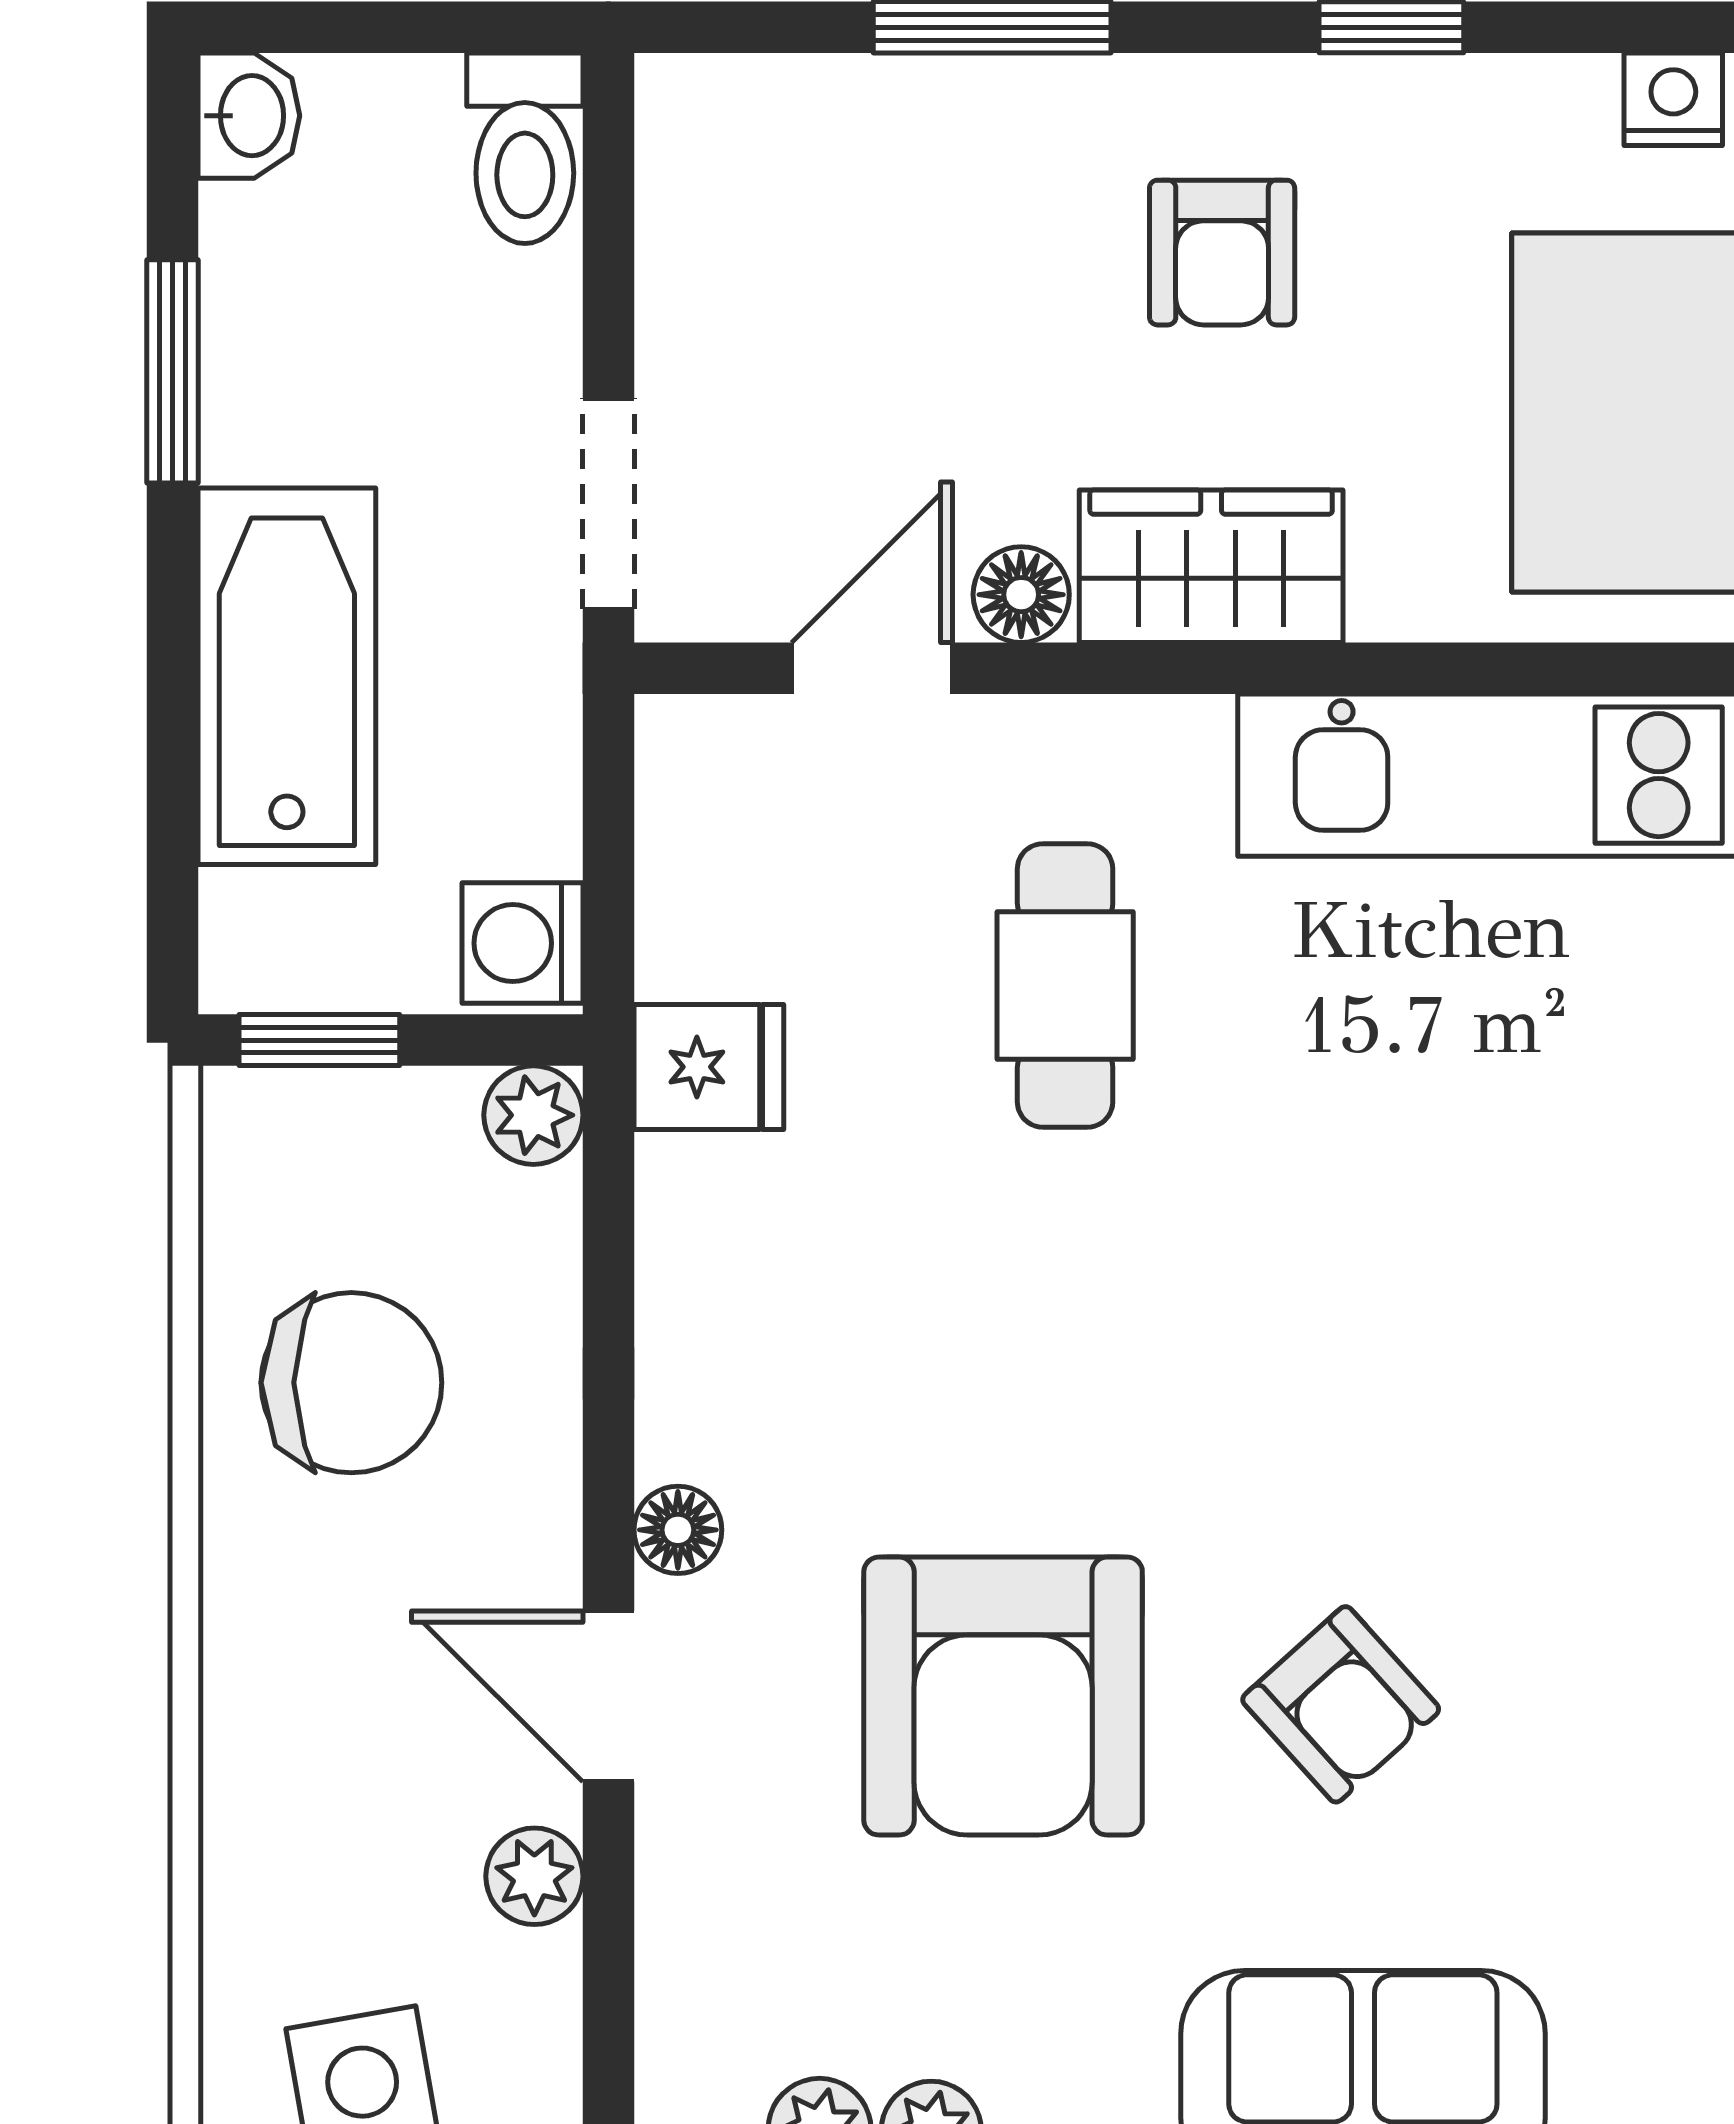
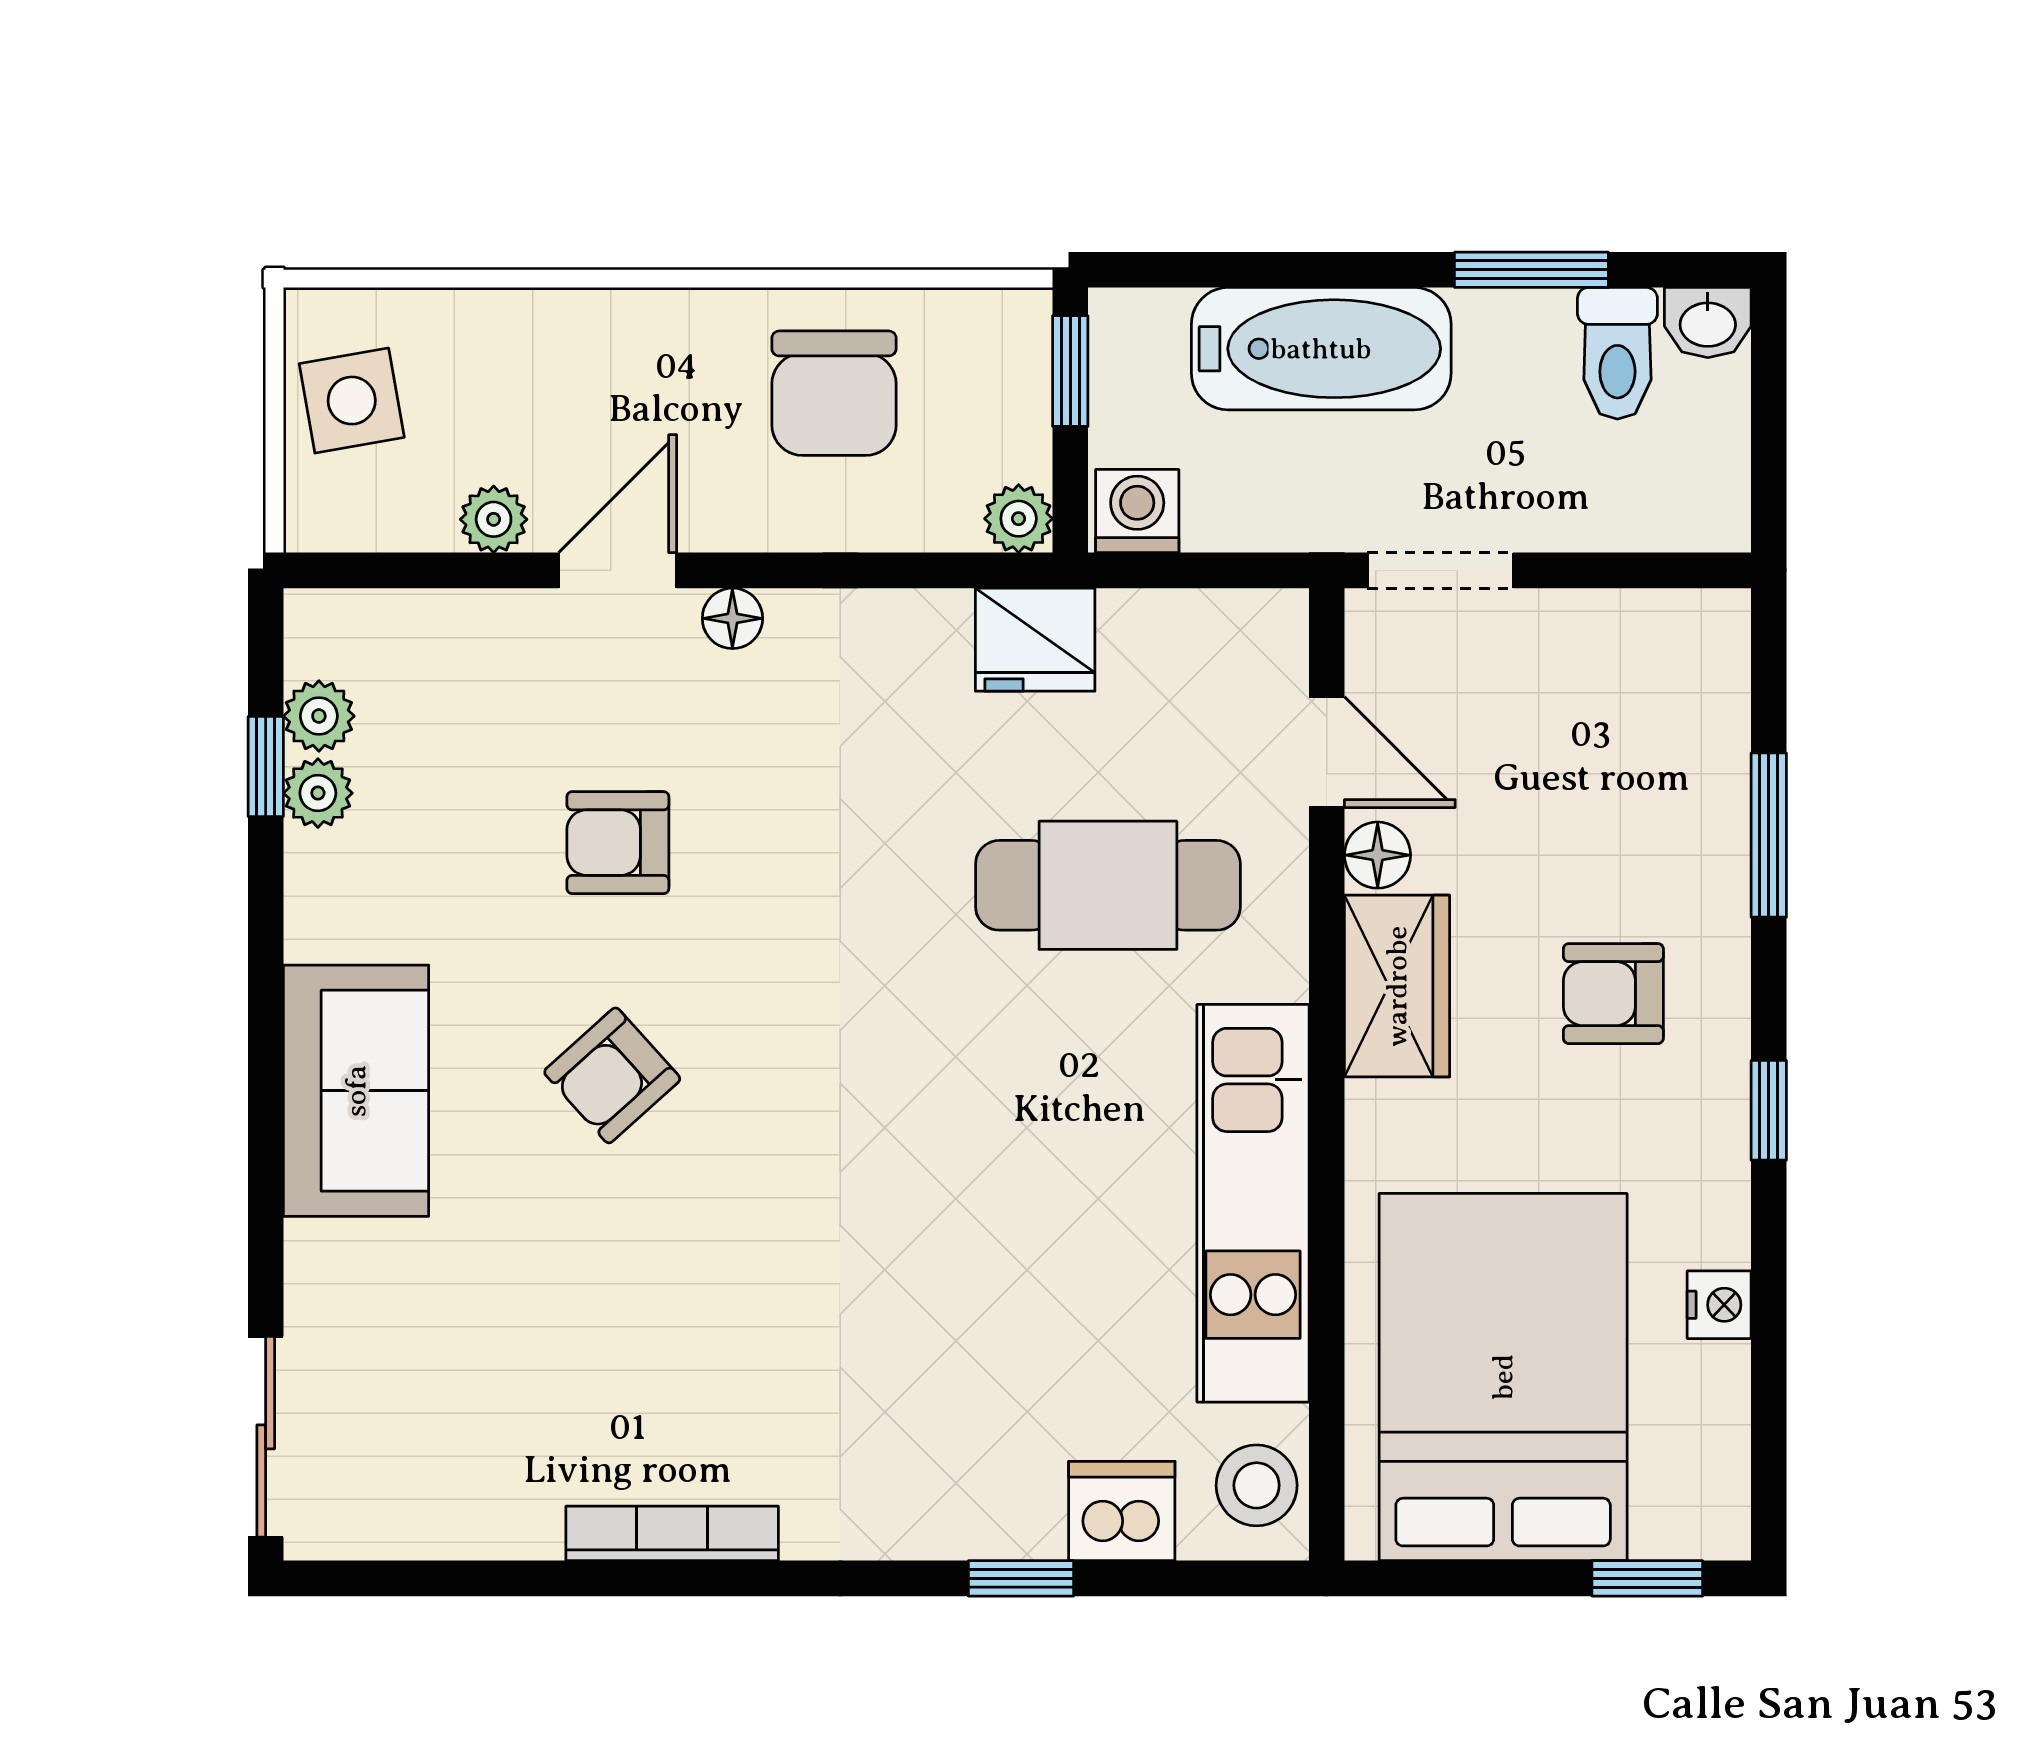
toilet: (525, 148) -> (1617, 353), moved, turned -90
cafe table: (1065, 985) -> (1108, 885), width x1.37, depth x1.35
fridge: (709, 1067) -> (1035, 640), width x1.38
armchair: (1003, 1696) -> (618, 843), width x0.53, depth x0.53

